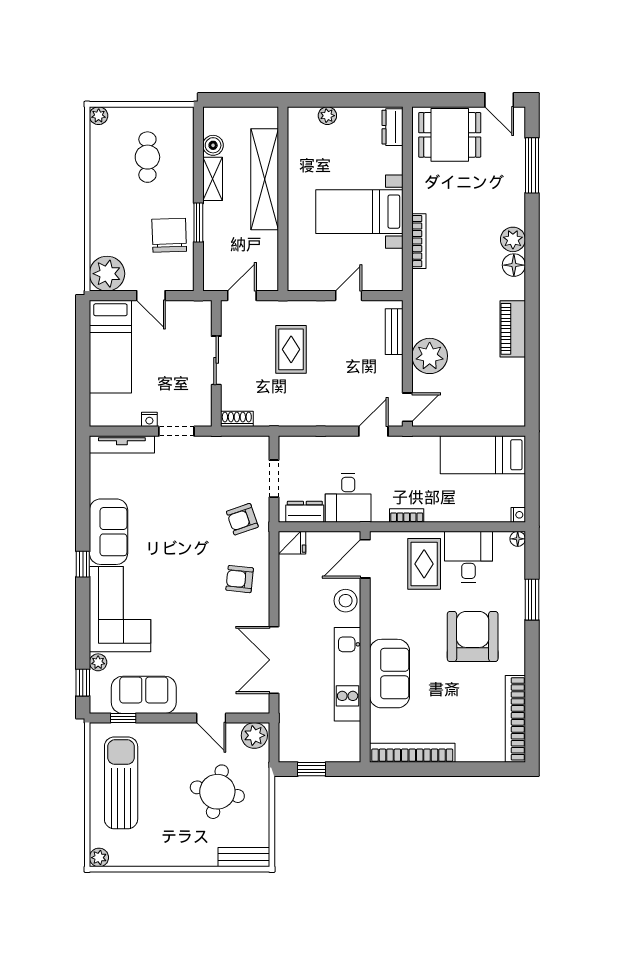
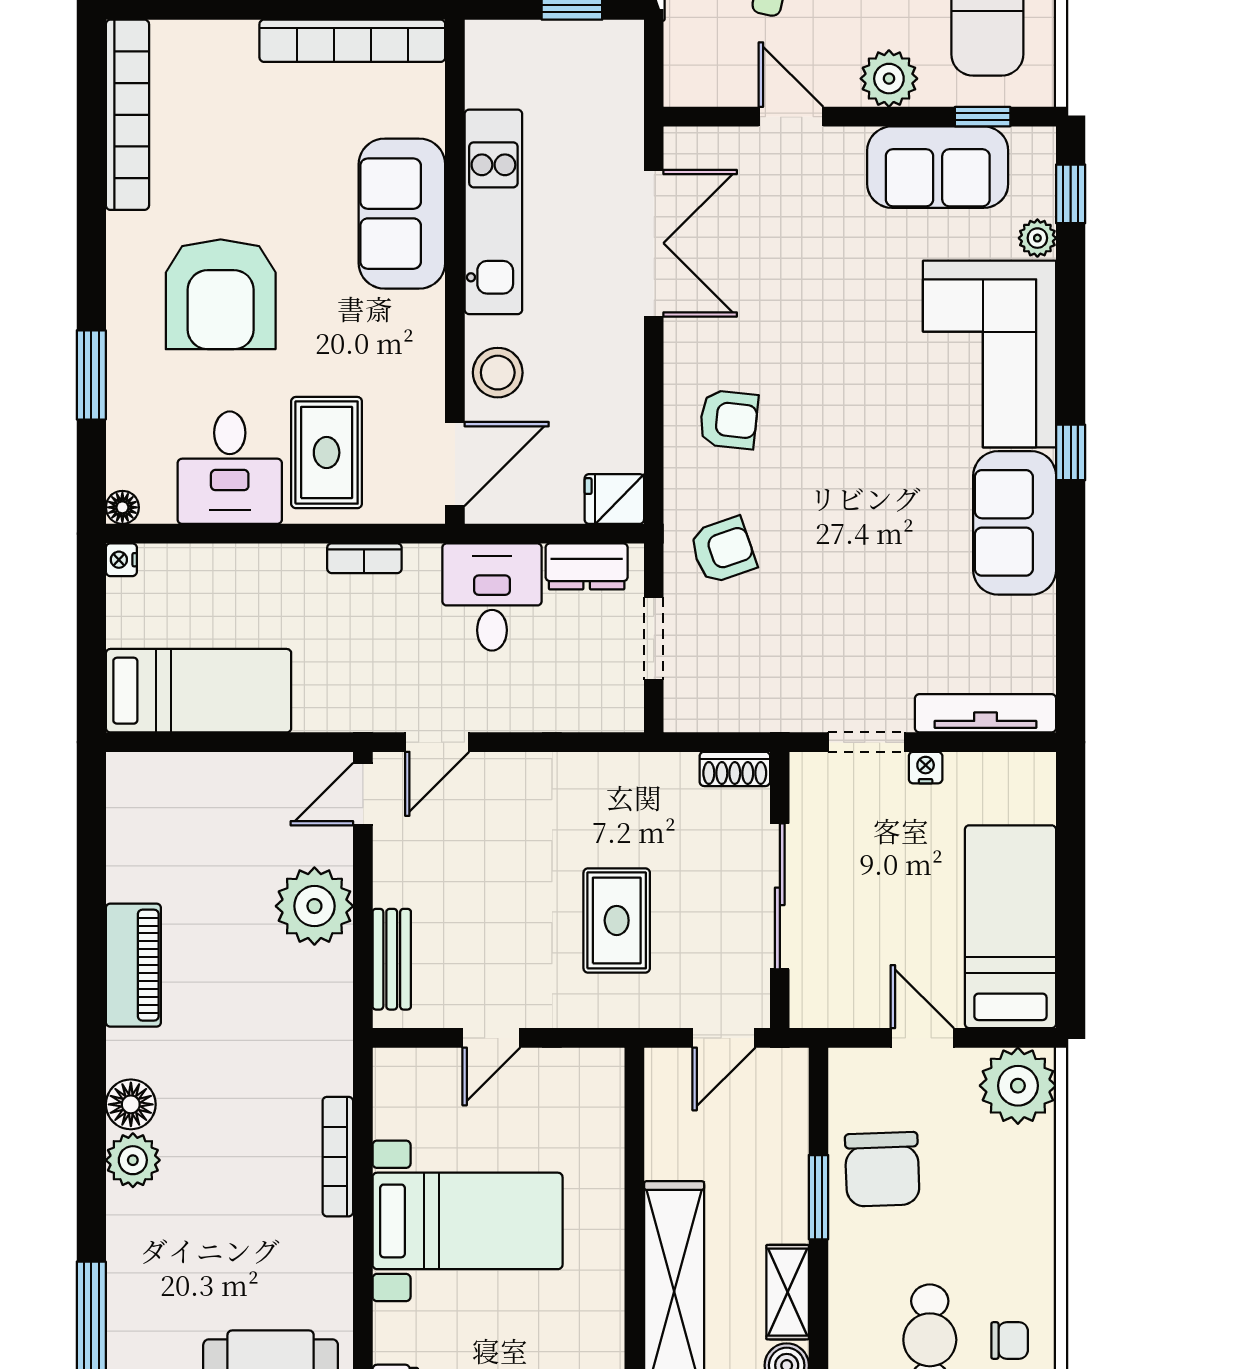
chair: (111, 157) -> (1010, 1340), added
sliding door: (216, 360) -> (780, 896), width x1.37
plant: (254, 735) -> (889, 79), moved

